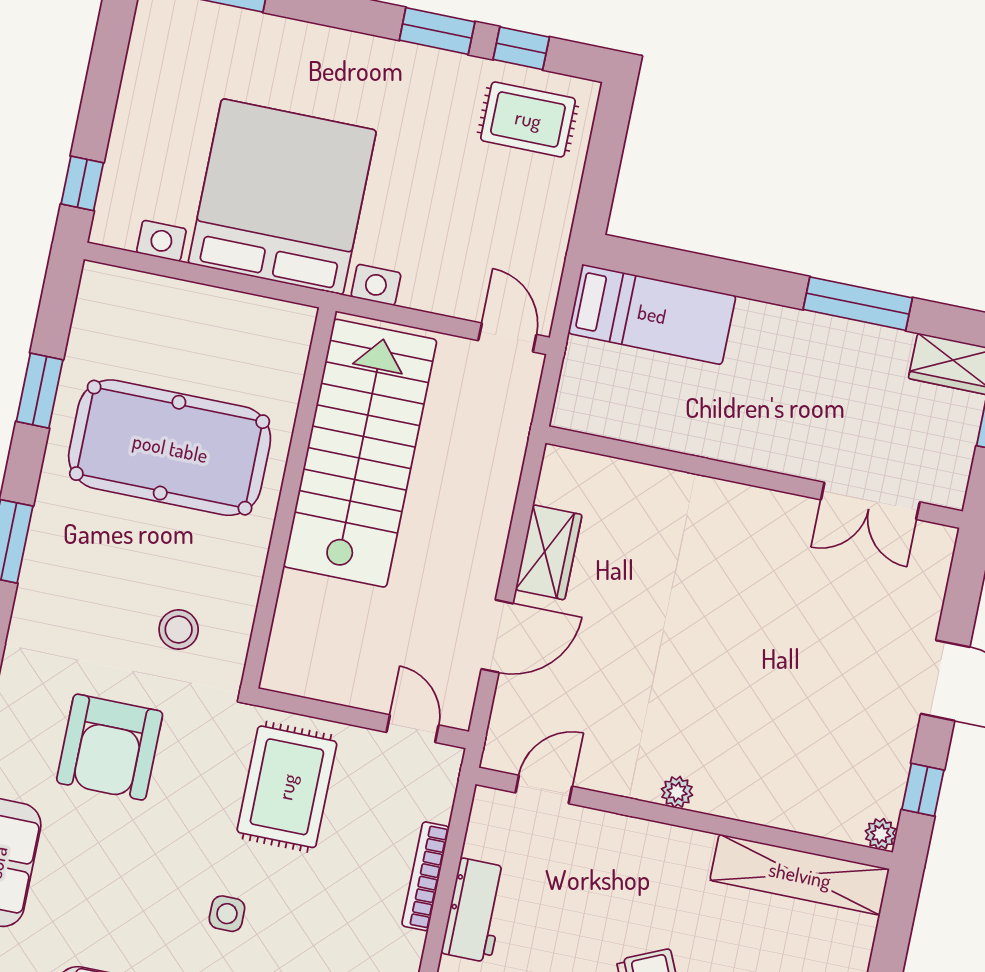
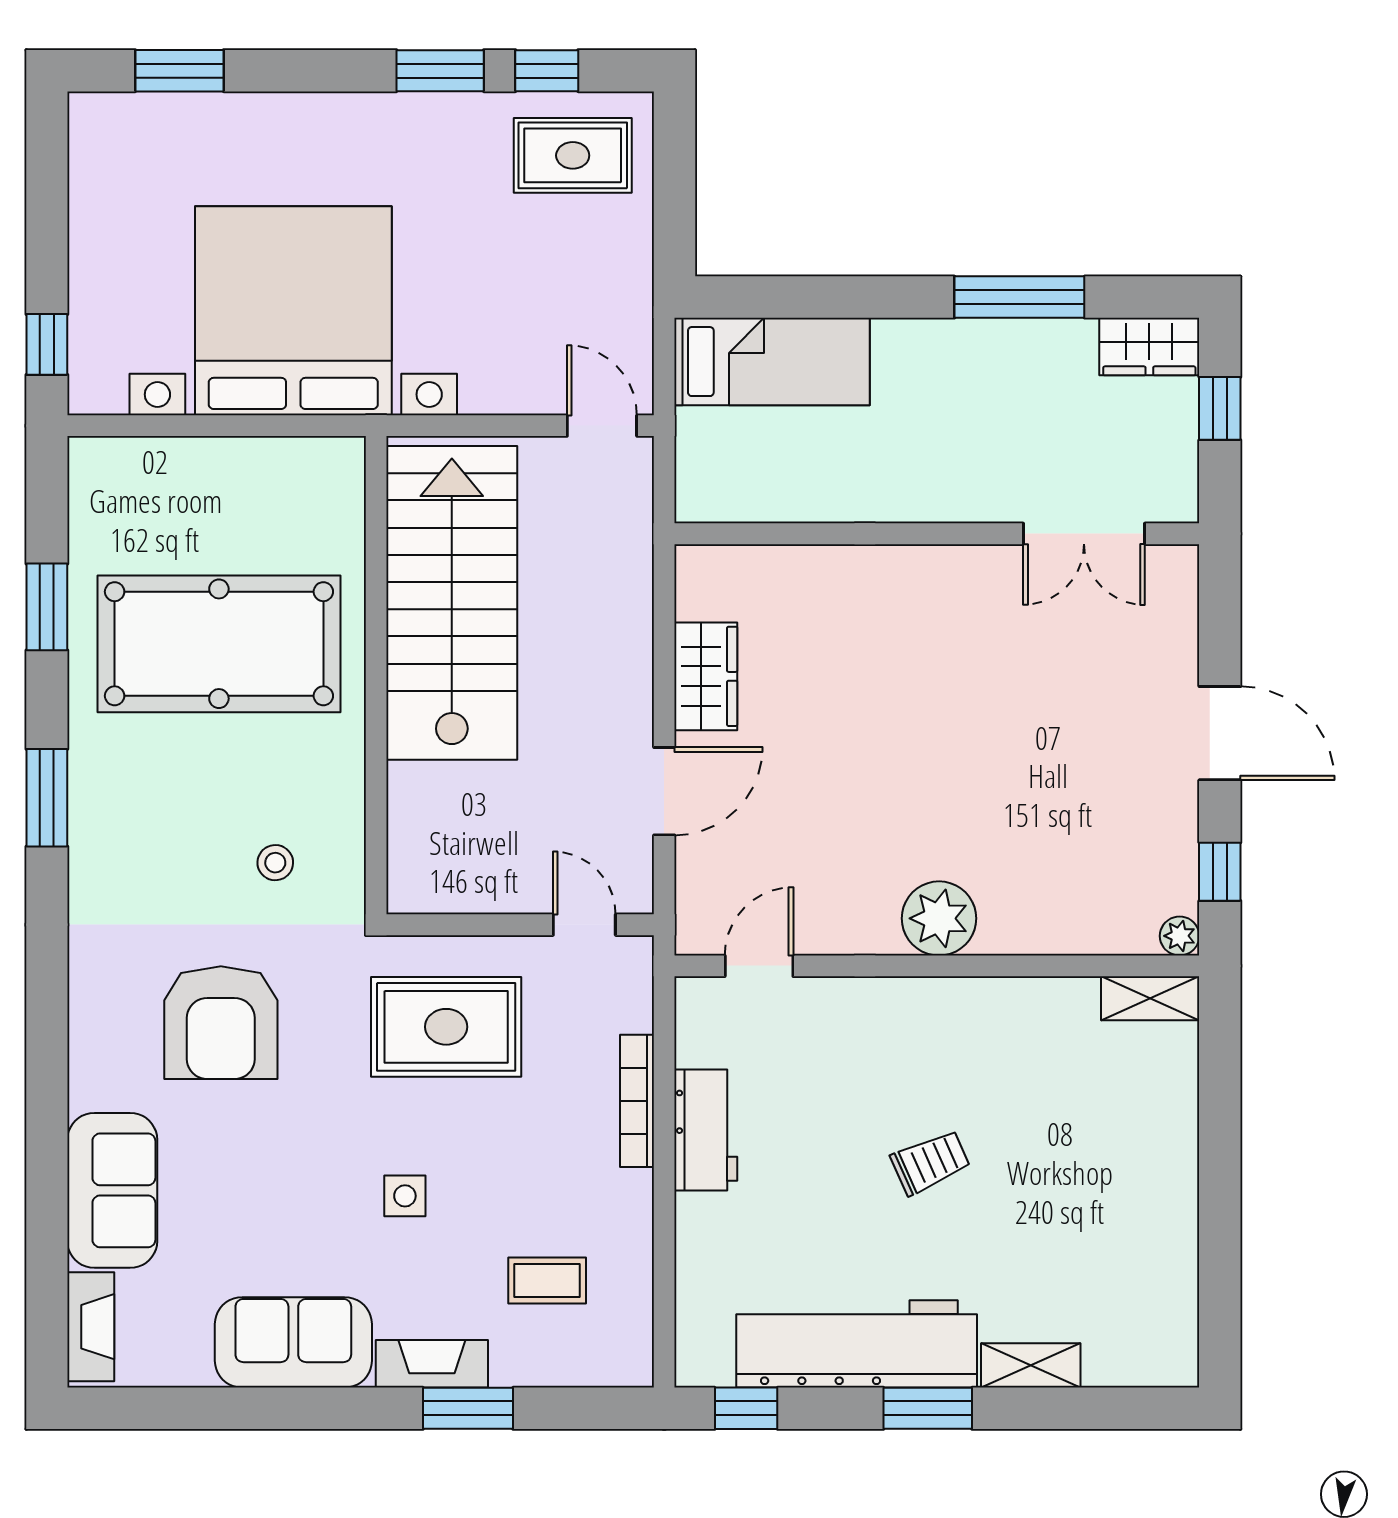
stool: (179, 630) -> (275, 863), width x0.73, depth x0.73
rug: (287, 787) -> (446, 1027), turned 90
plant: (677, 792) -> (939, 918), width x1.88, depth x1.88
shelving: (800, 875) -> (1150, 998), width x0.45, depth x0.75

